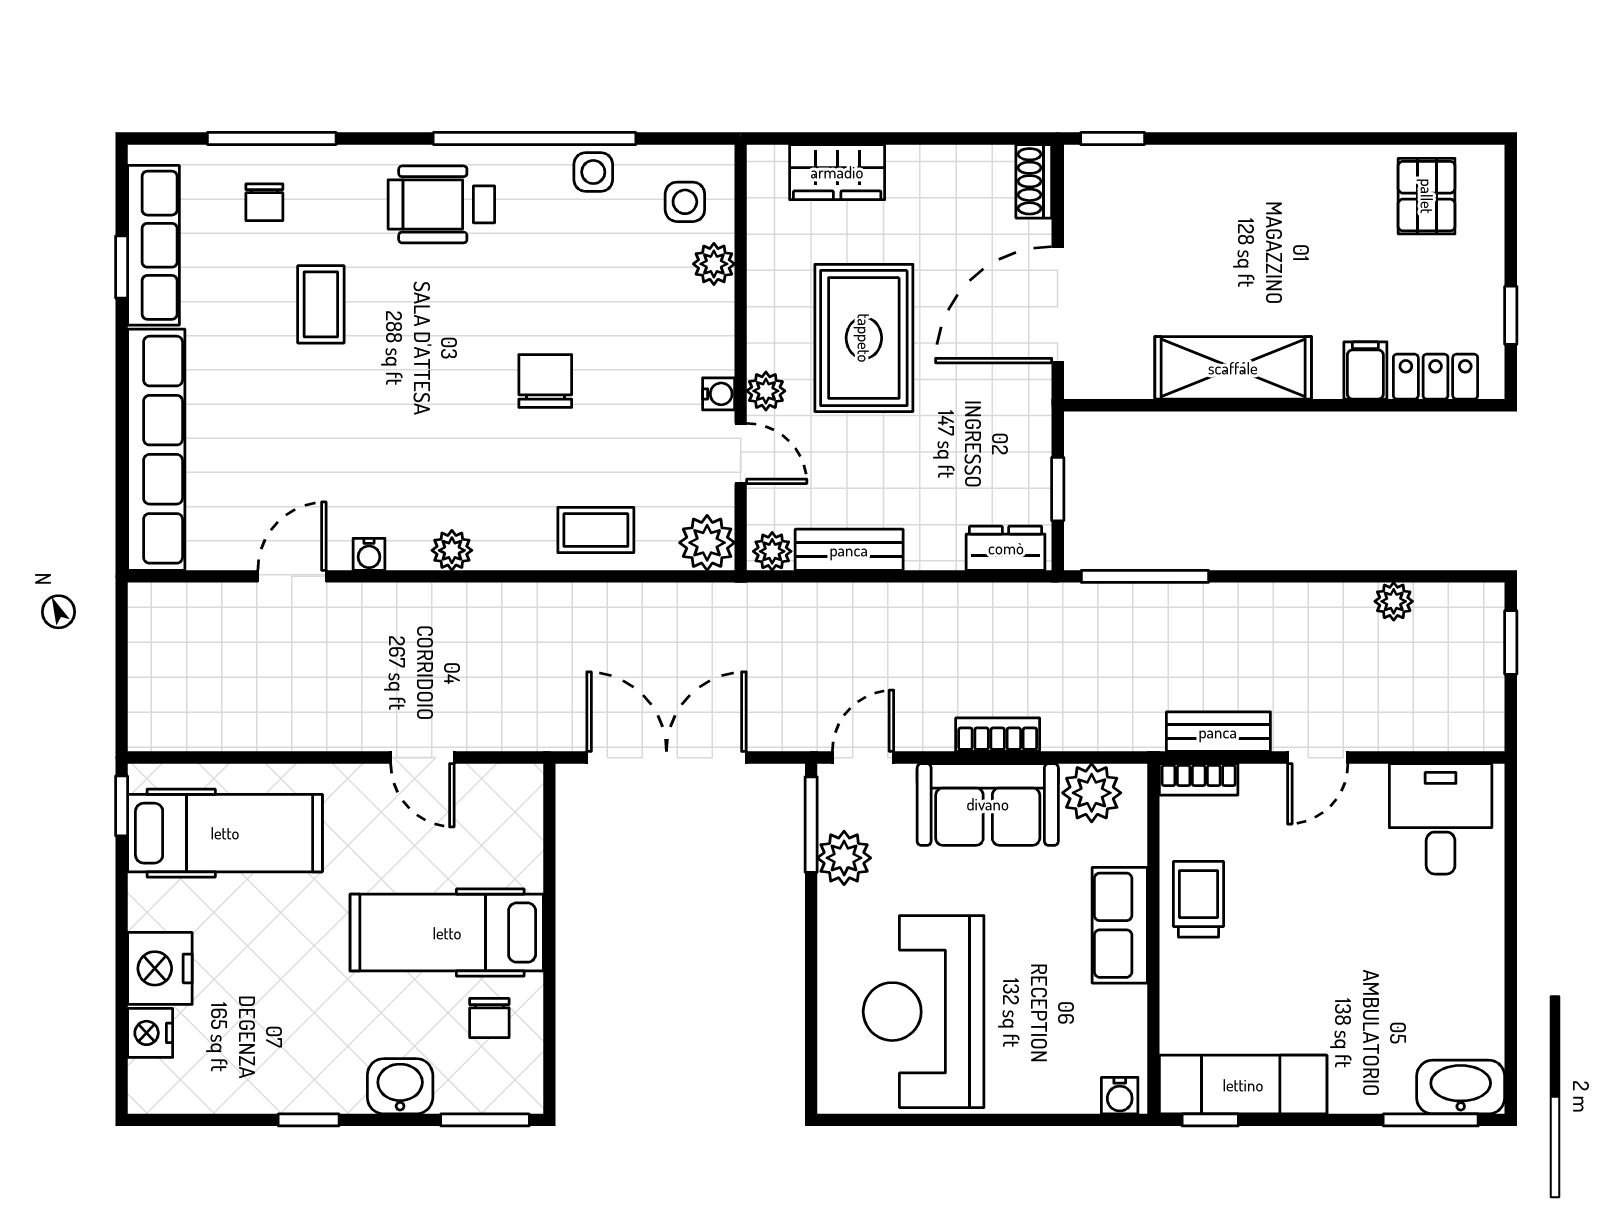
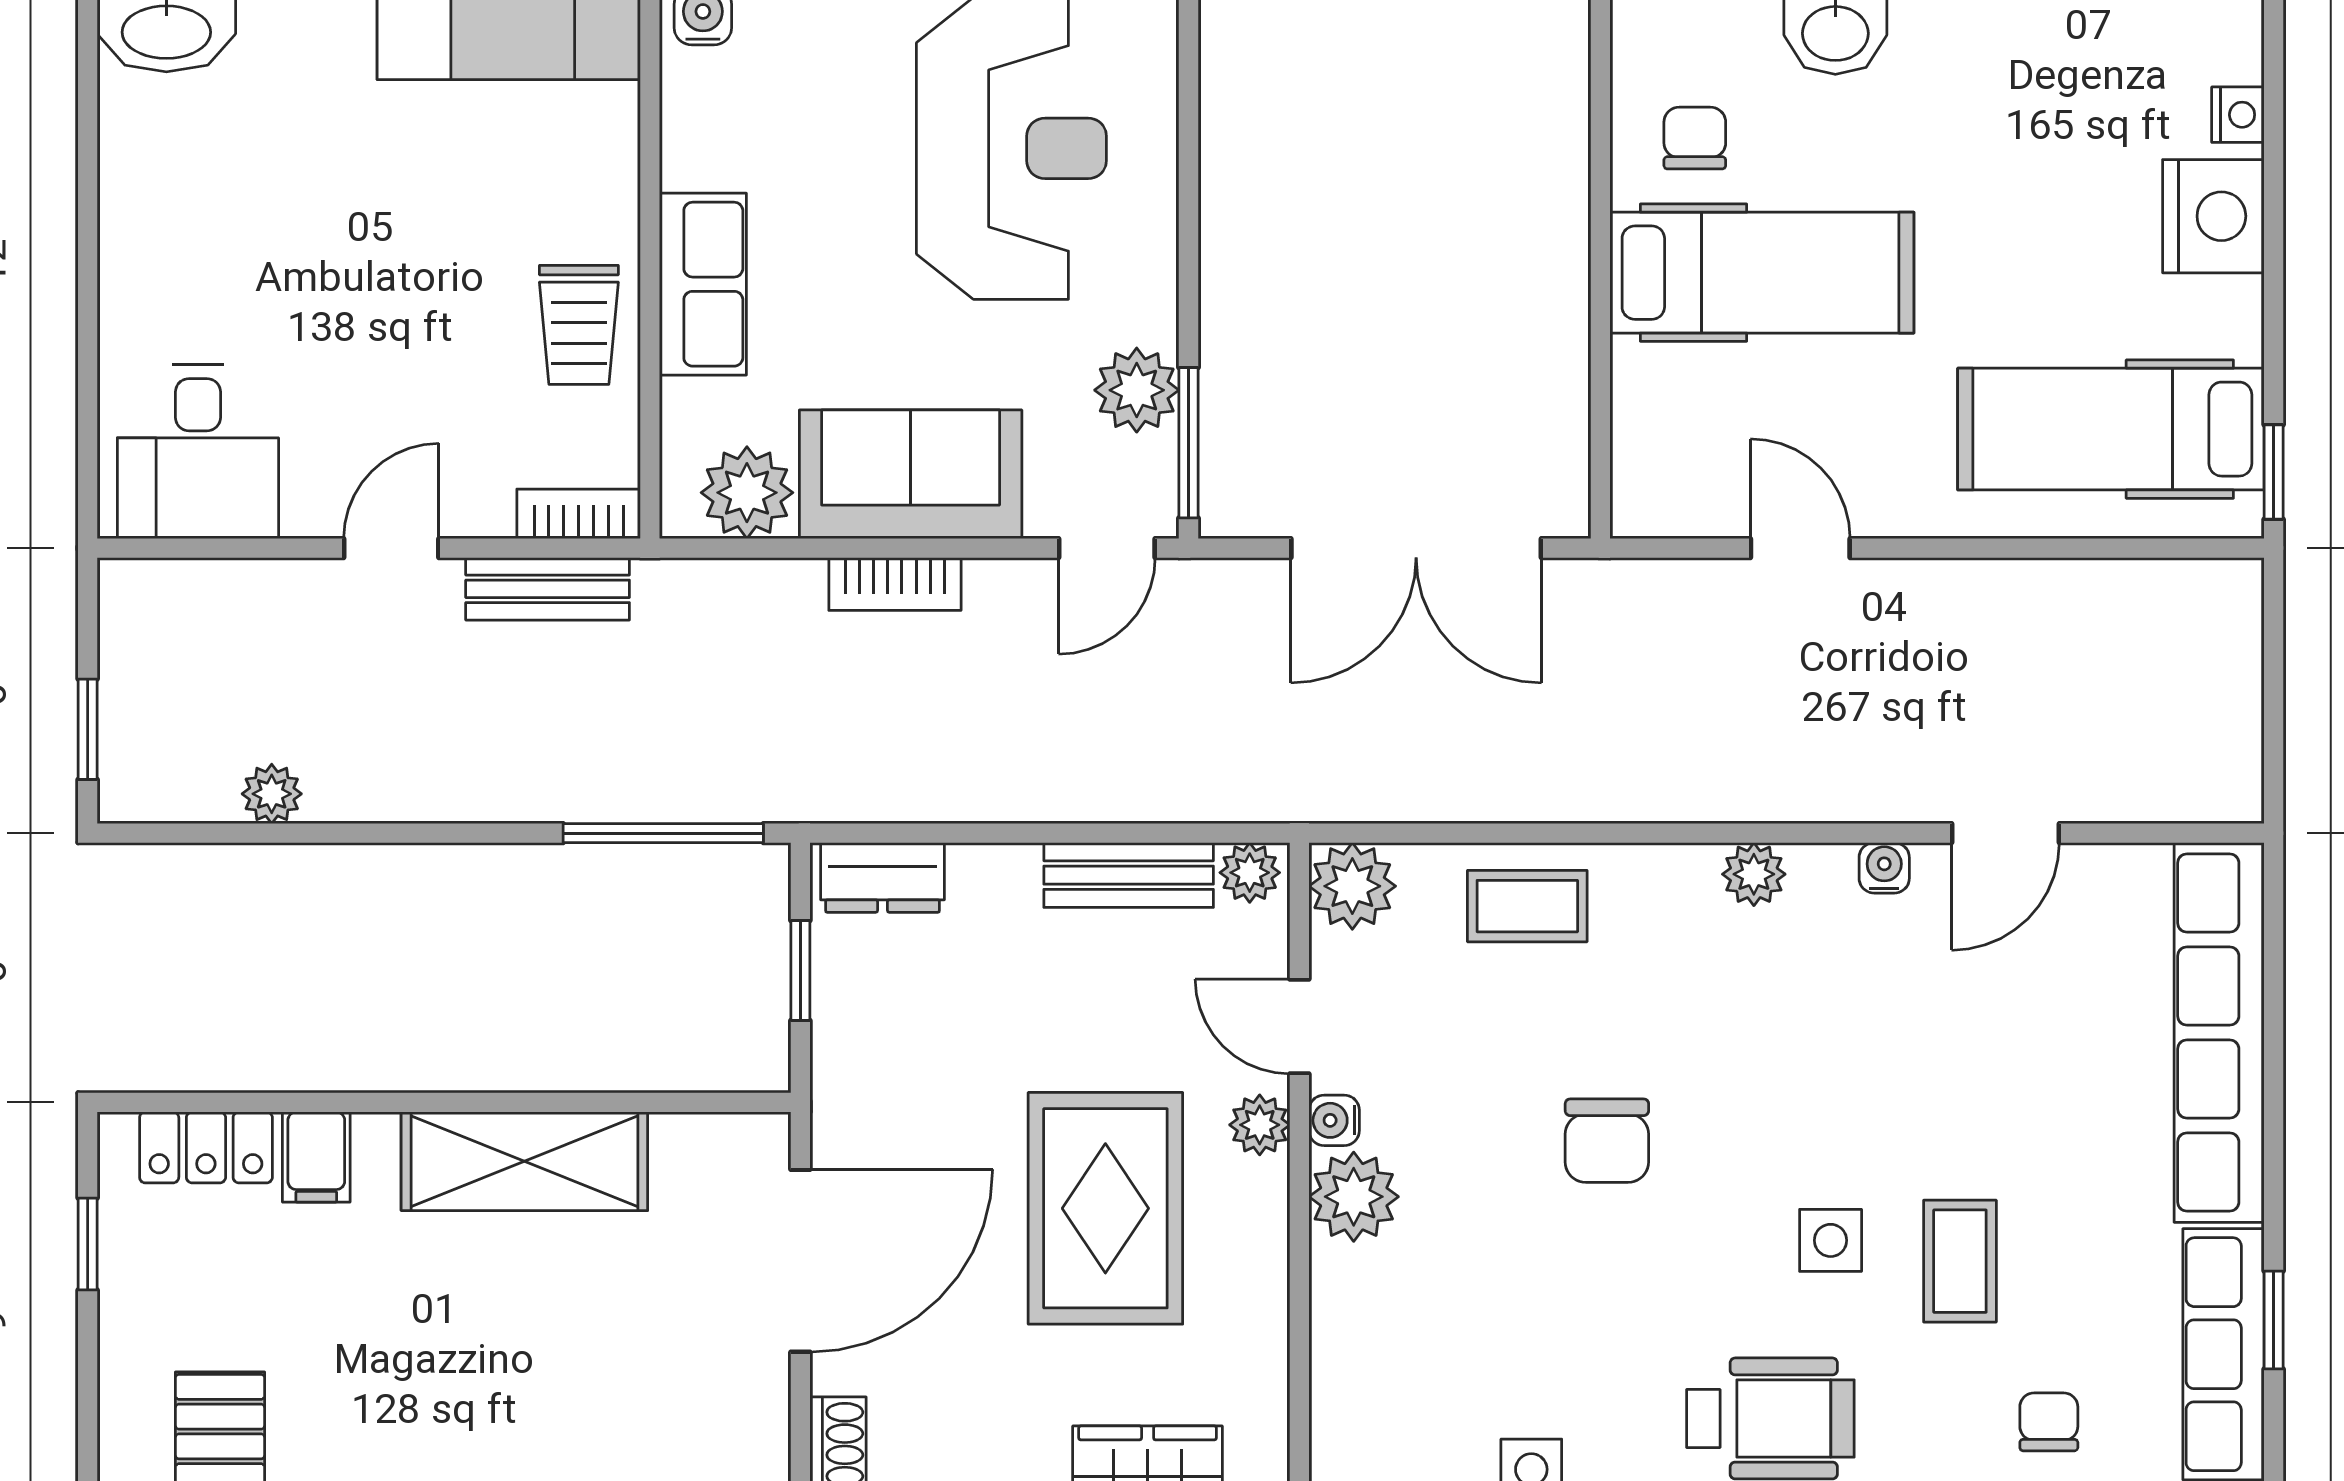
side table: (685, 202) -> (1831, 1240), moved
plant: (714, 264) -> (1354, 1197), moved, width x1.38, depth x1.38
nightstand: (150, 1033) -> (2238, 115), width x0.72, depth x0.74

